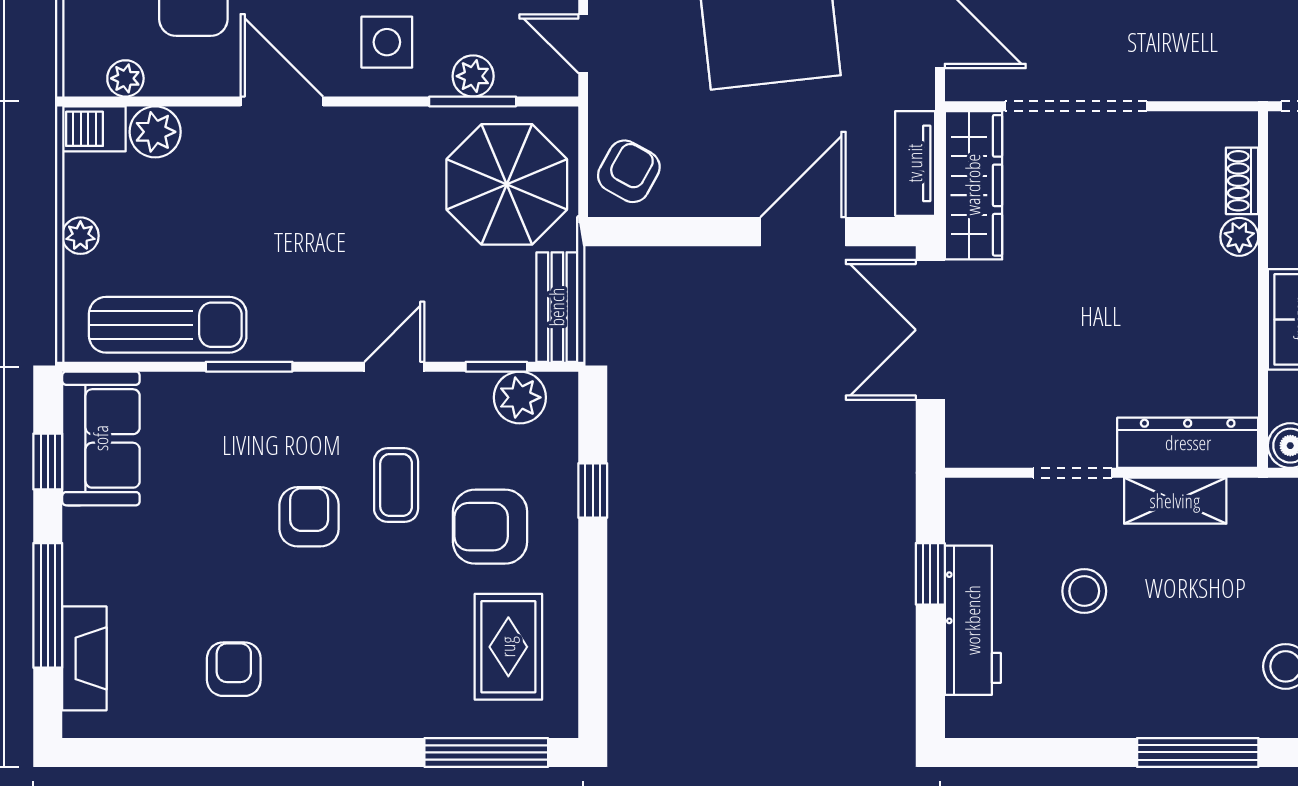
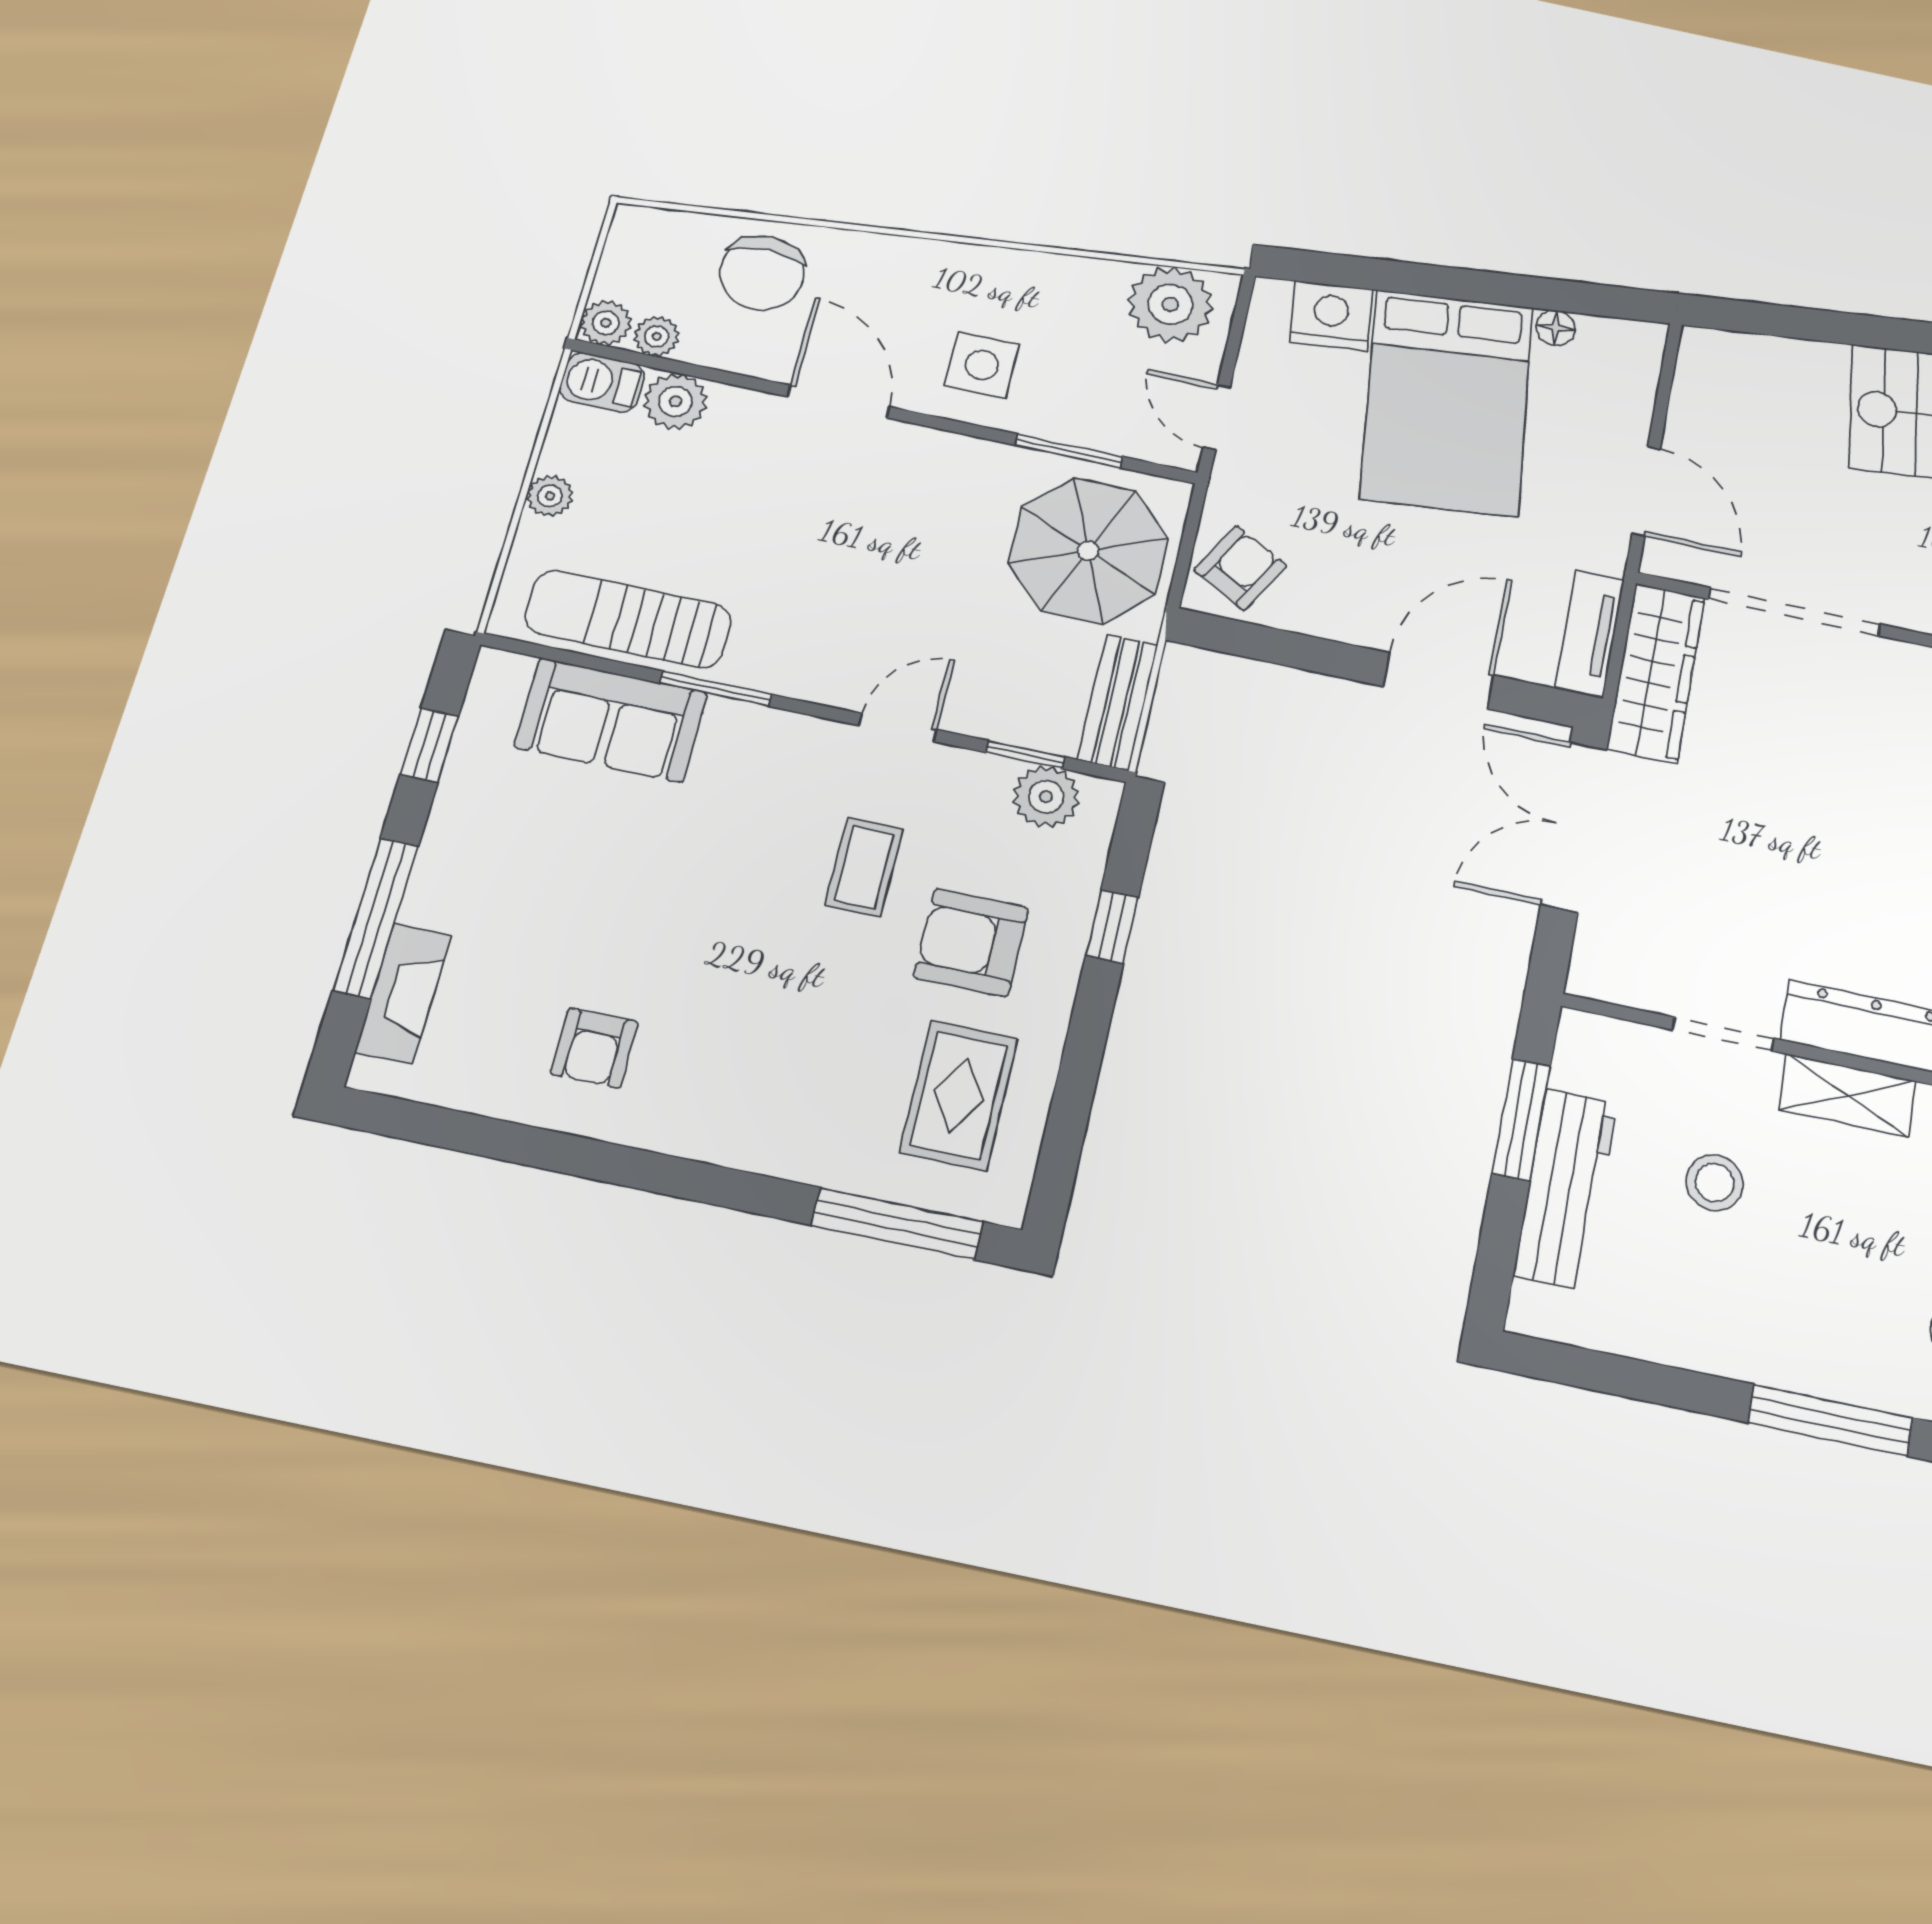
plant: (473, 76) -> (606, 323), moved
sun lounger: (168, 325) -> (628, 619), turned 180
sofa: (101, 438) -> (611, 720), moved, turned 90
armchair: (309, 517) -> (743, 882), removed
window: (930, 574) -> (1521, 1119), width x1.50
armchair: (234, 669) -> (594, 1048), turned 180

